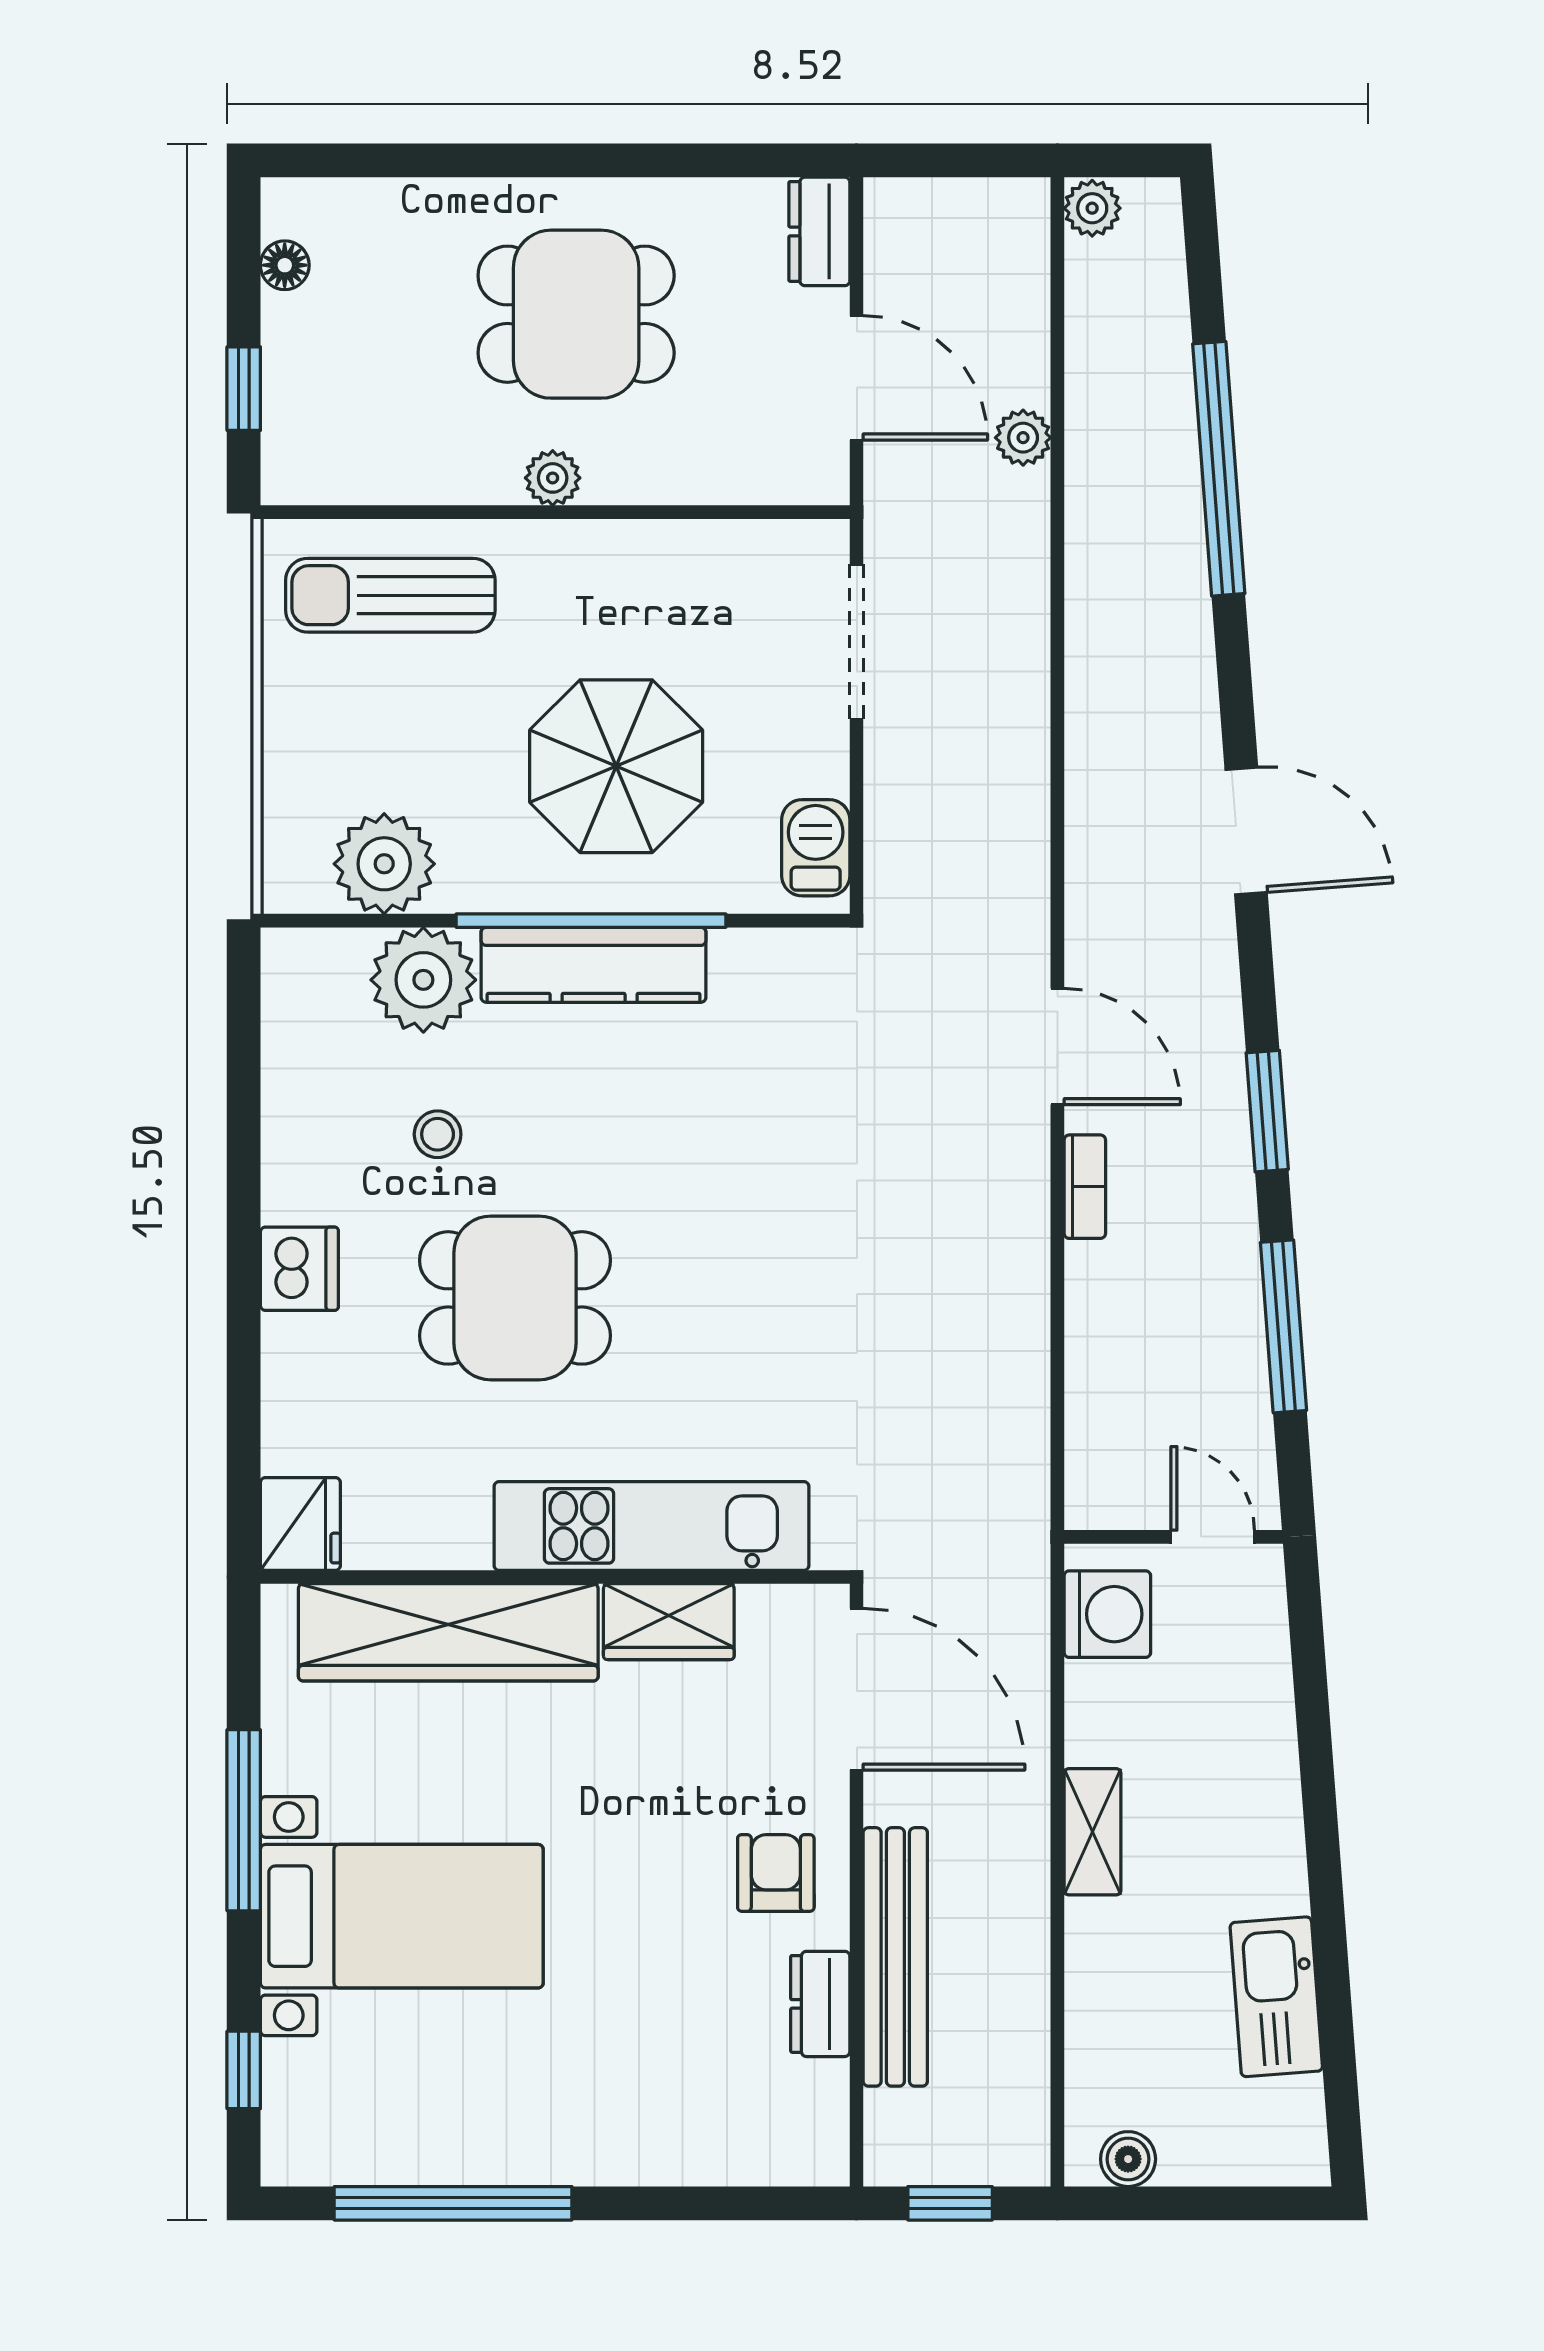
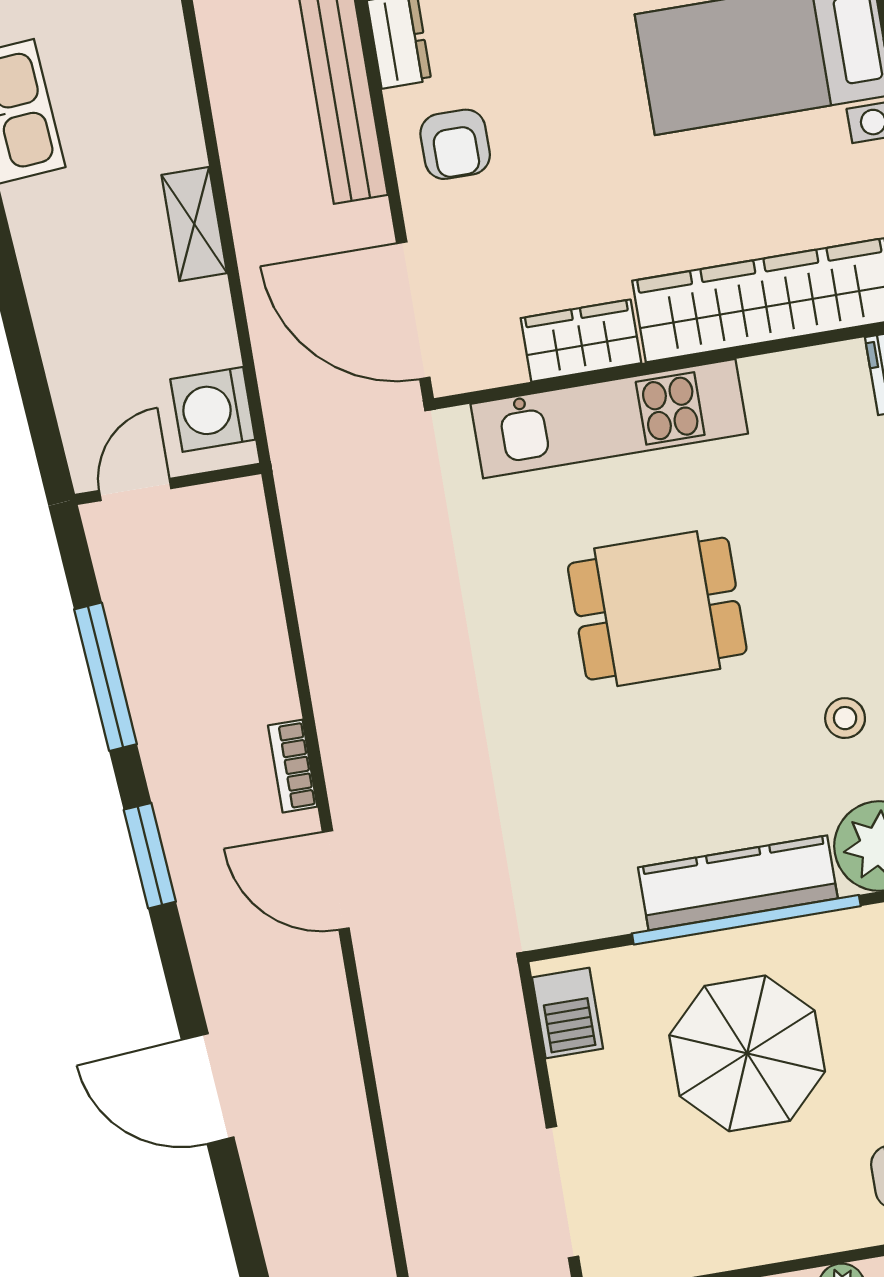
dining table: (515, 1298) -> (657, 609), moved
door: (1213, 1537) -> (135, 489), swing flipped

